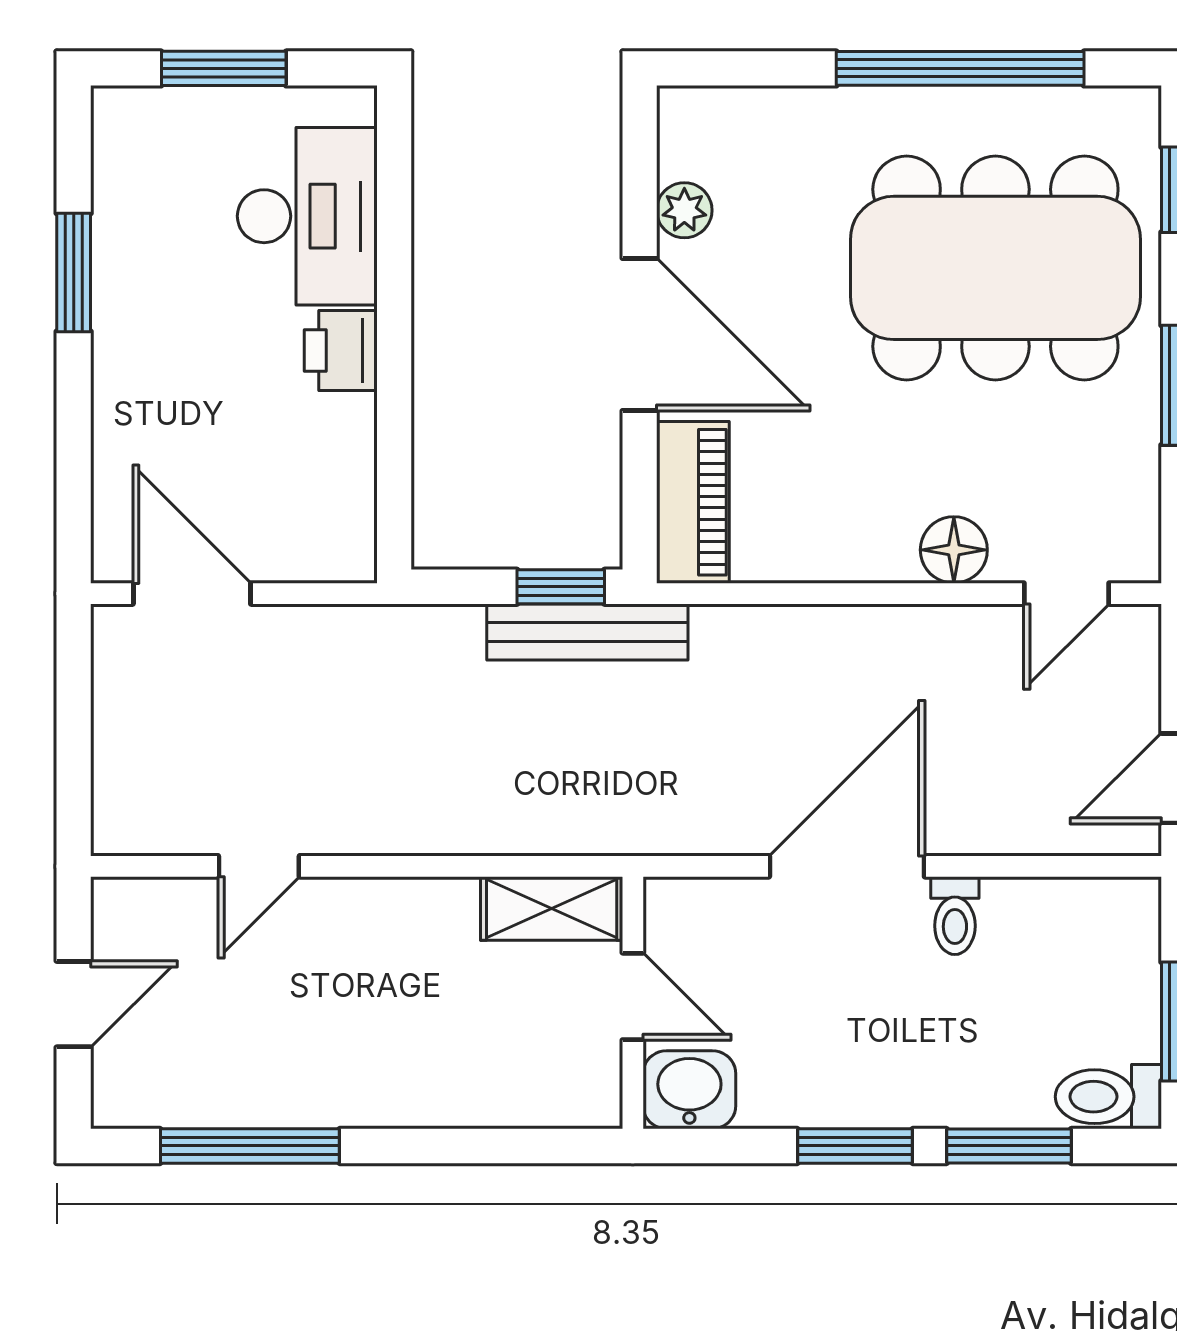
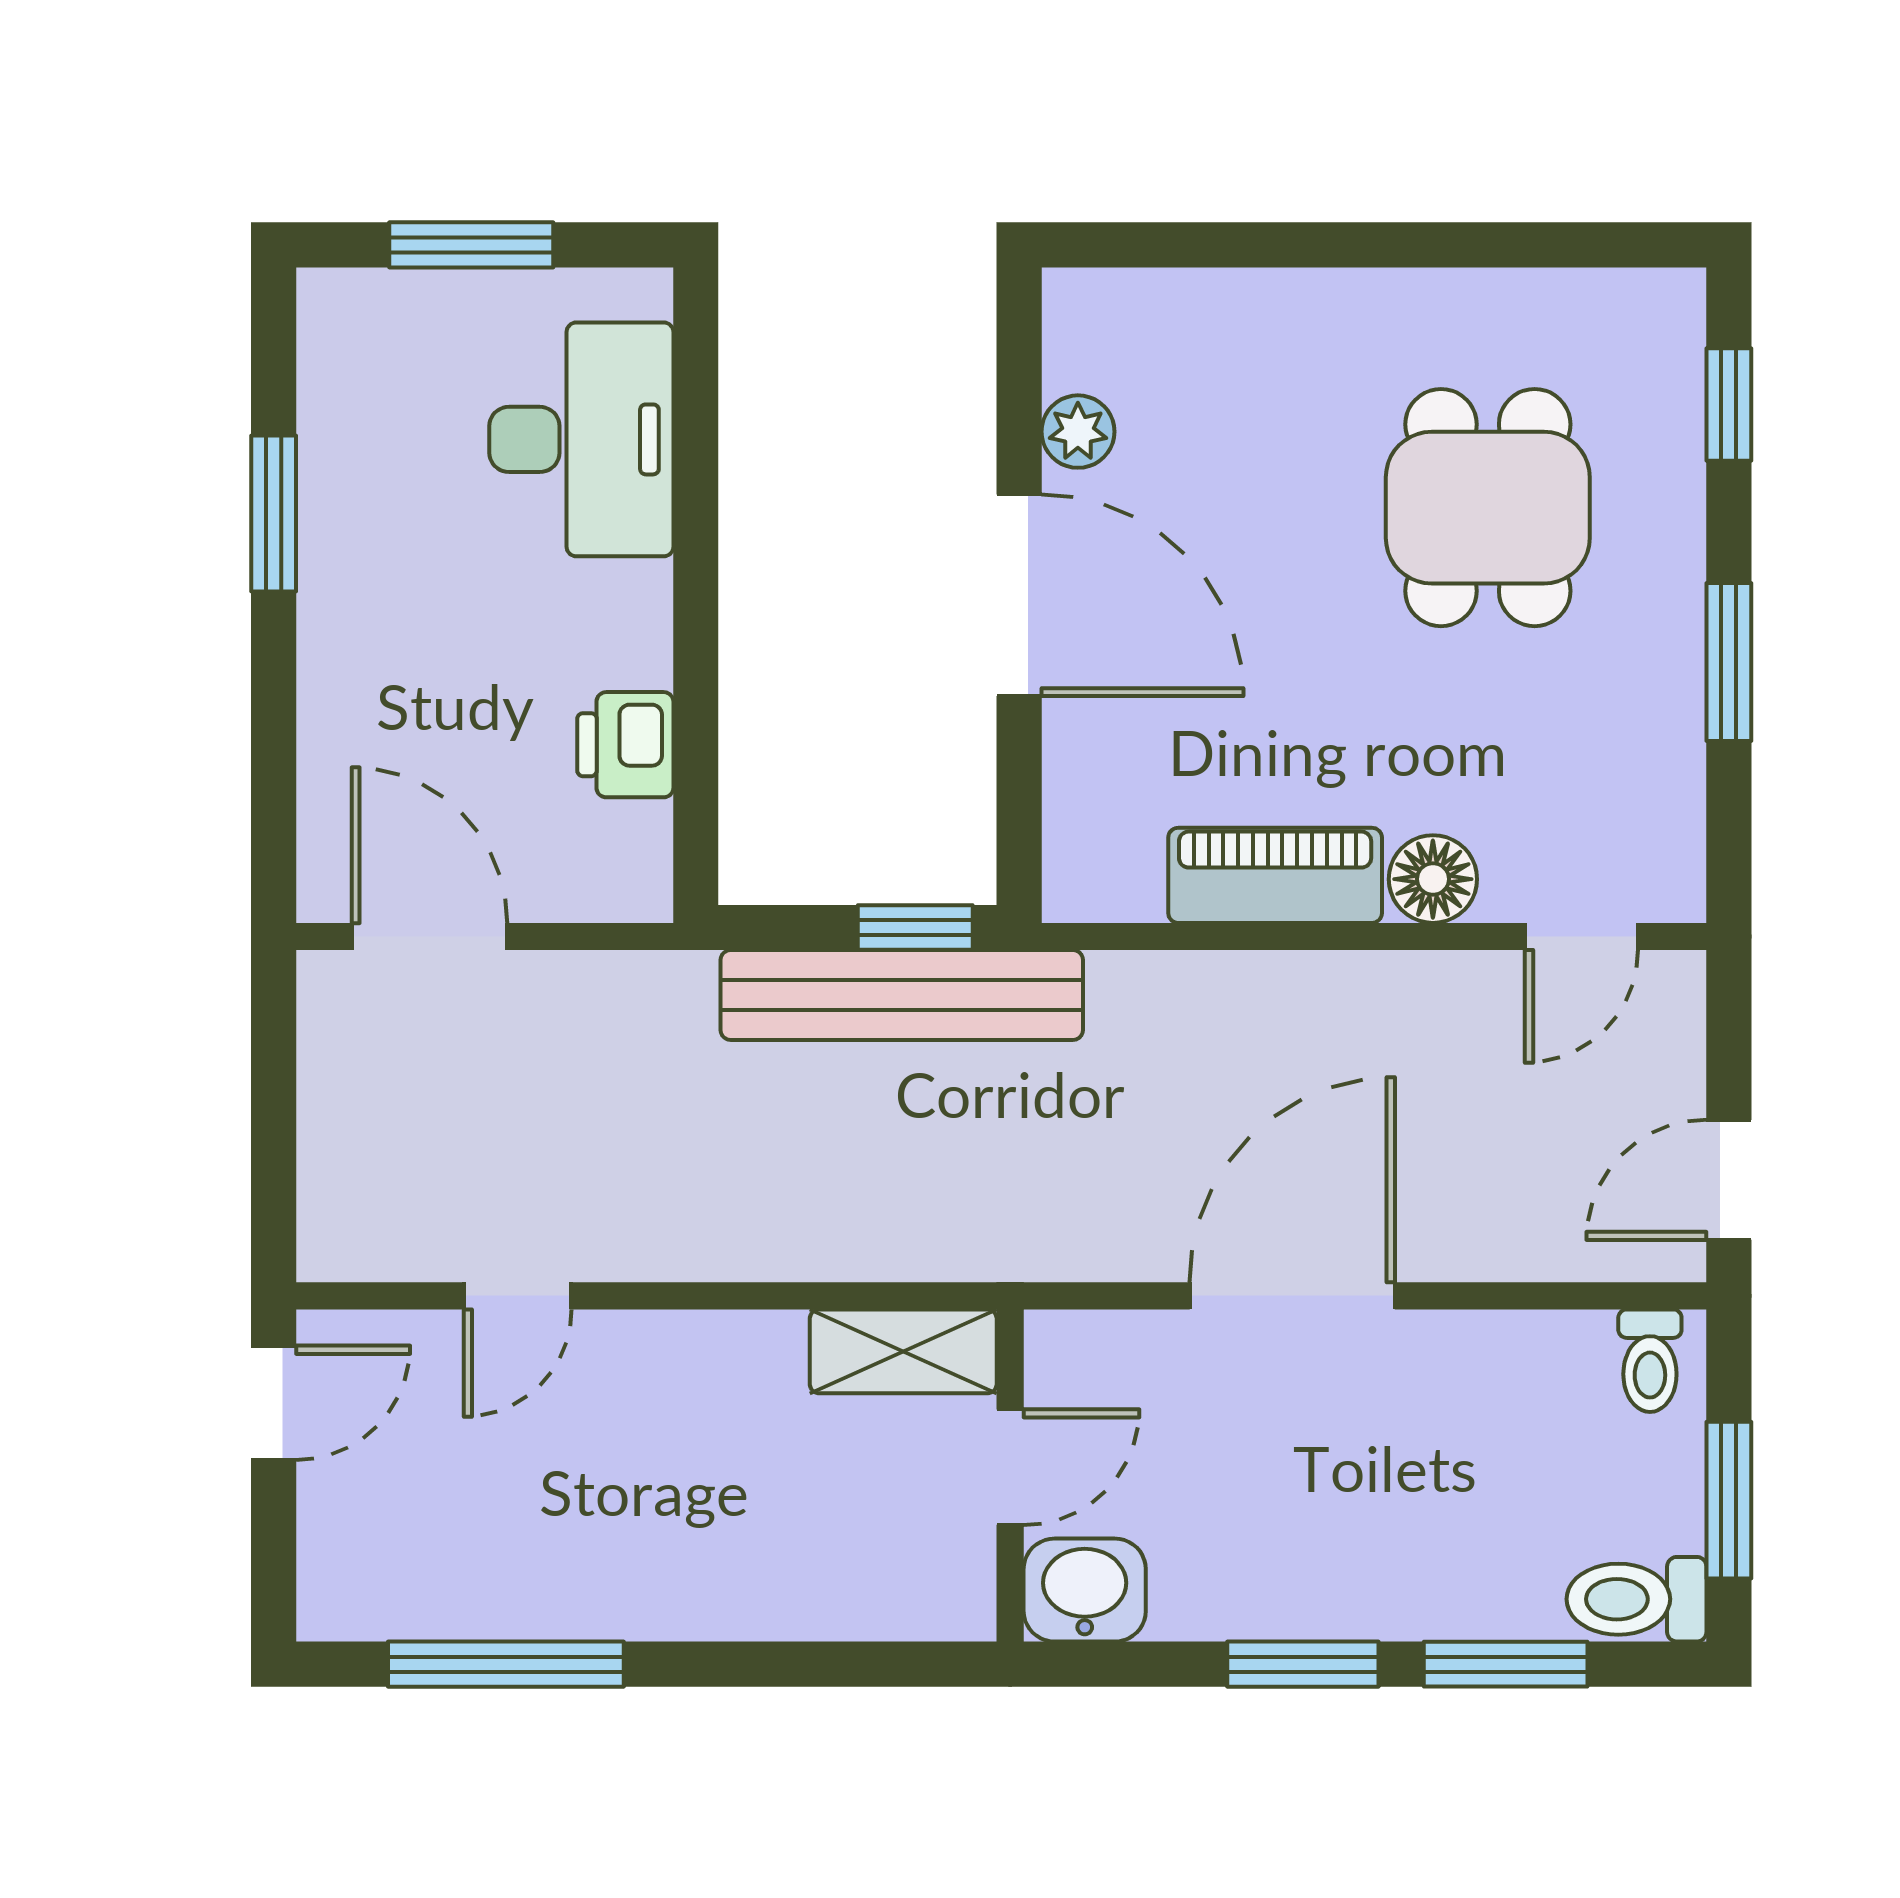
window: (960, 68) -> (1441, 245), removed
dining table: (995, 268) -> (1488, 508), width x0.53, depth x0.80
printer: (341, 351) -> (625, 745), moved
piano: (693, 502) -> (1275, 875), moved, turned -90
bench: (587, 632) -> (902, 995), width x1.37, depth x1.21
toilet: (955, 916) -> (1650, 1361), moved
door: (633, 996) -> (1010, 1467), hinge flipped
door: (74, 1004) -> (274, 1403), moved

